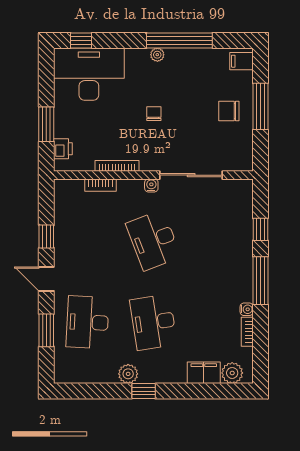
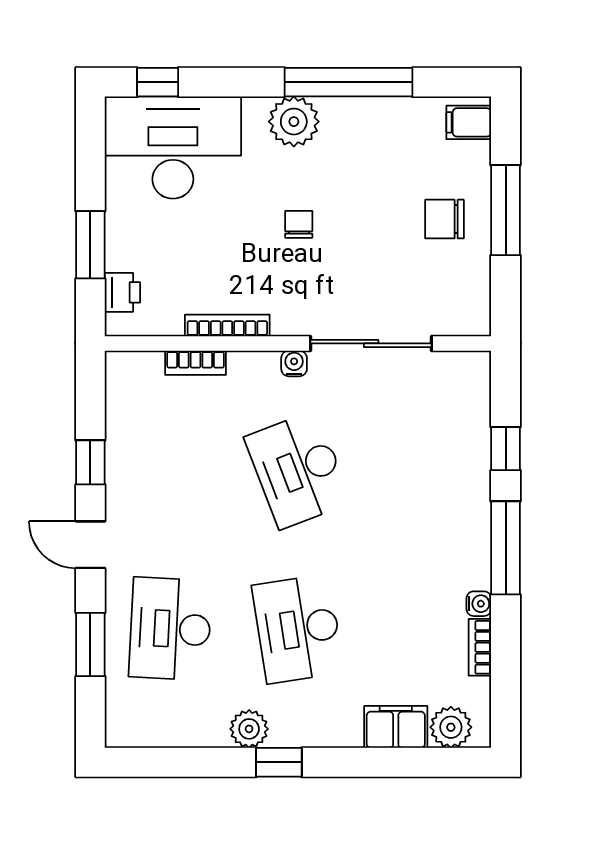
plant: (157, 55) -> (294, 122), width x1.88, depth x1.88

